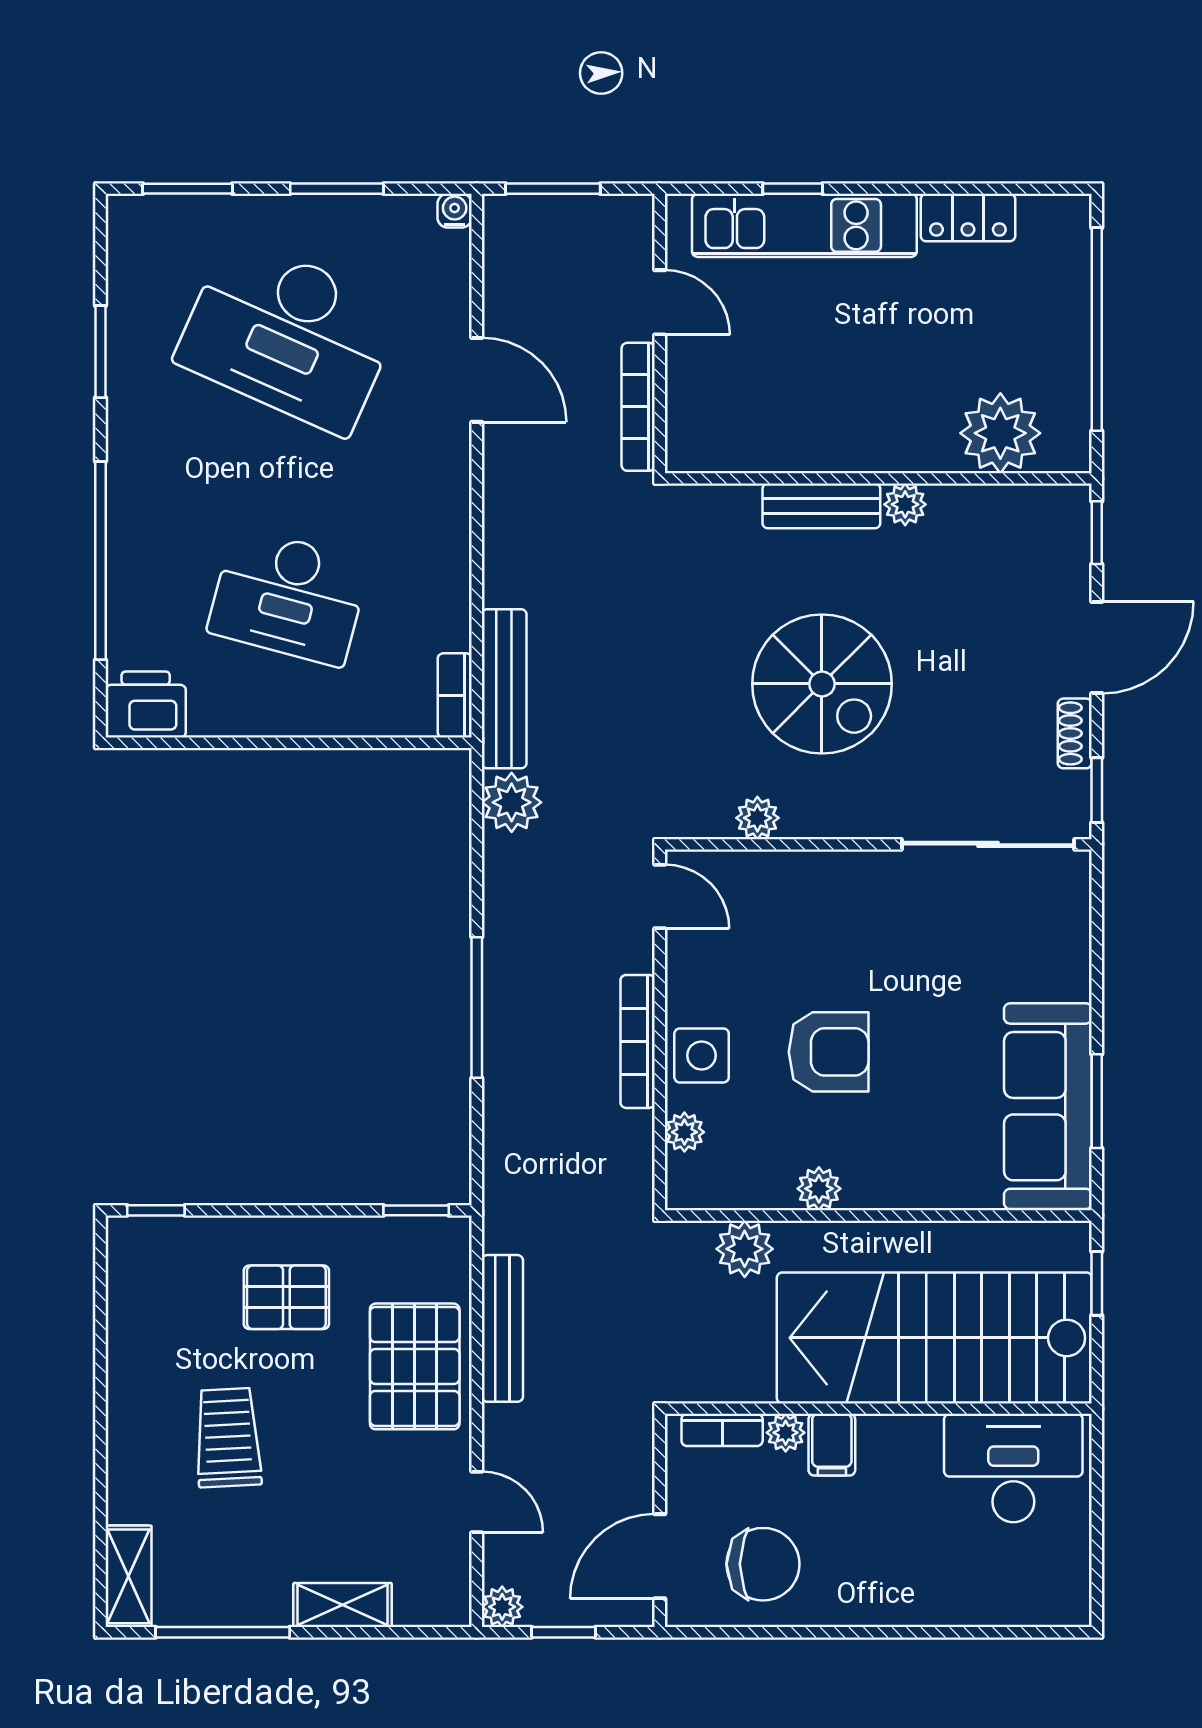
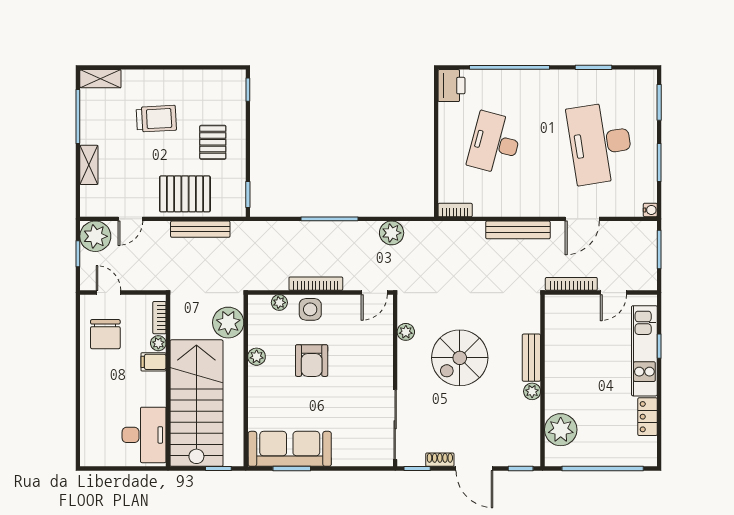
desk: (289, 335) -> (600, 143), turned -33
bench: (504, 689) -> (518, 230), moved
plant: (512, 802) -> (392, 233), moved
plant: (745, 1249) -> (228, 323), width x1.36, depth x1.36
door: (660, 1556) -> (109, 293), width x0.73
plant: (502, 1607) -> (95, 236), width x1.88, depth x1.88

